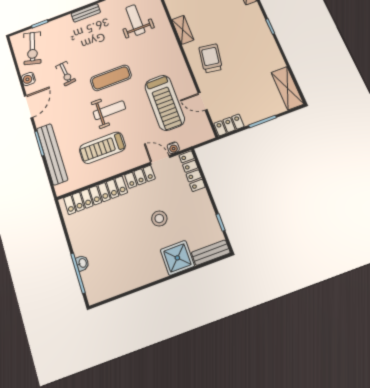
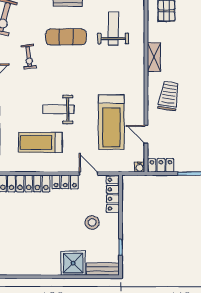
exercise mat: (111, 78) -> (66, 37), moved
weight bench: (109, 110) -> (58, 109), turned 180
water cooler: (173, 148) -> (140, 167), moved
stool: (159, 219) -> (92, 222), moved

